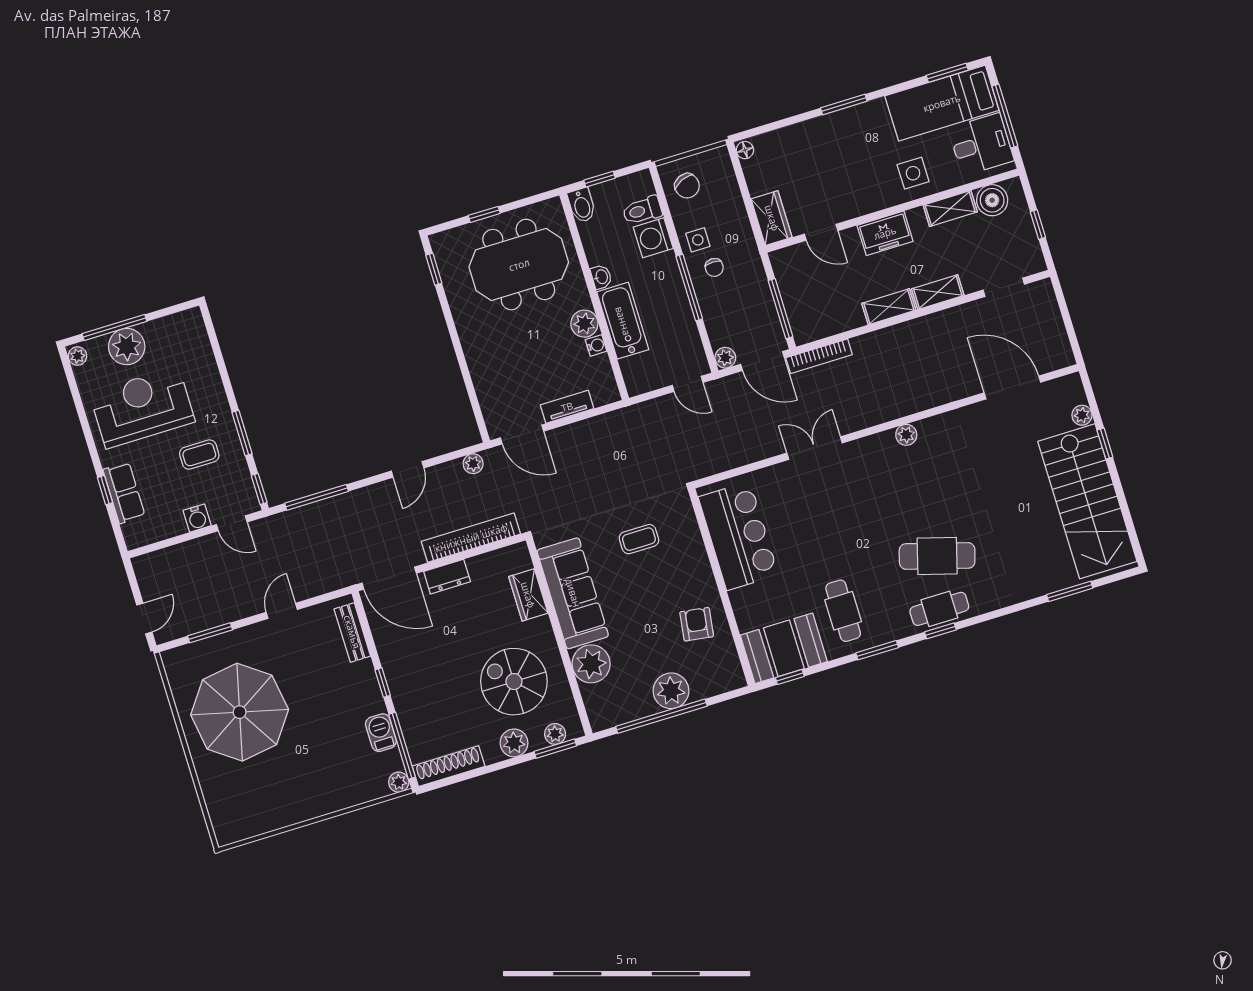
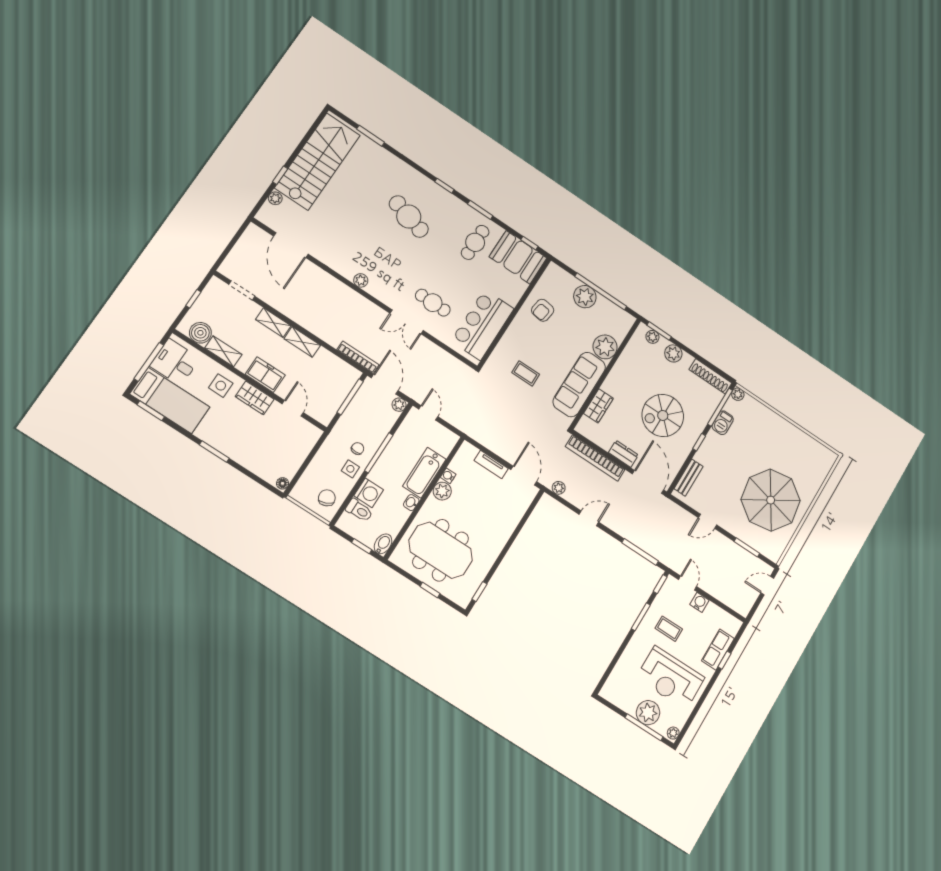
wardrobe: (772, 218) -> (255, 398), moved, turned -90
cafe table: (939, 609) -> (433, 303), moved
spiral stairs: (514, 682) -> (663, 415), moved, turned 90

